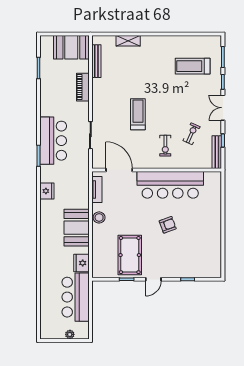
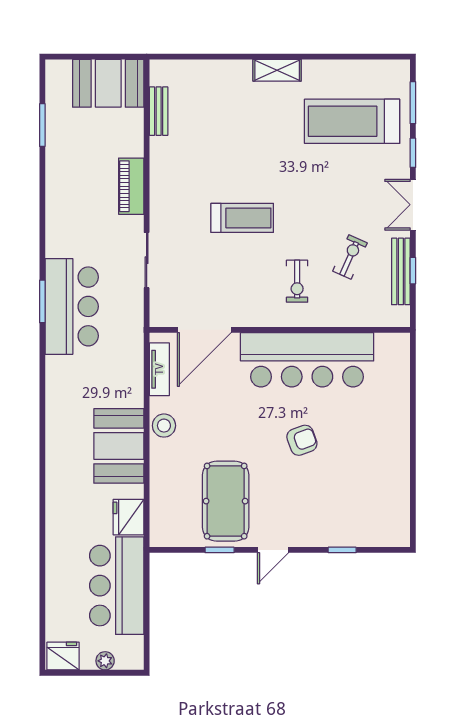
shelving: (128, 41) -> (277, 70), moved
bench: (96, 61) -> (159, 111), width x0.73
treadmill: (193, 66) -> (352, 121), width x1.37, depth x1.38
piano: (83, 87) -> (131, 186), moved
treadmill: (138, 114) -> (242, 218), turned 90
bar counter: (53, 141) -> (72, 306), moved
bench: (217, 152) -> (401, 271), moved
door: (119, 170) -> (204, 330), swing flipped
fridge: (47, 191) -> (63, 656), moved, turned -90

